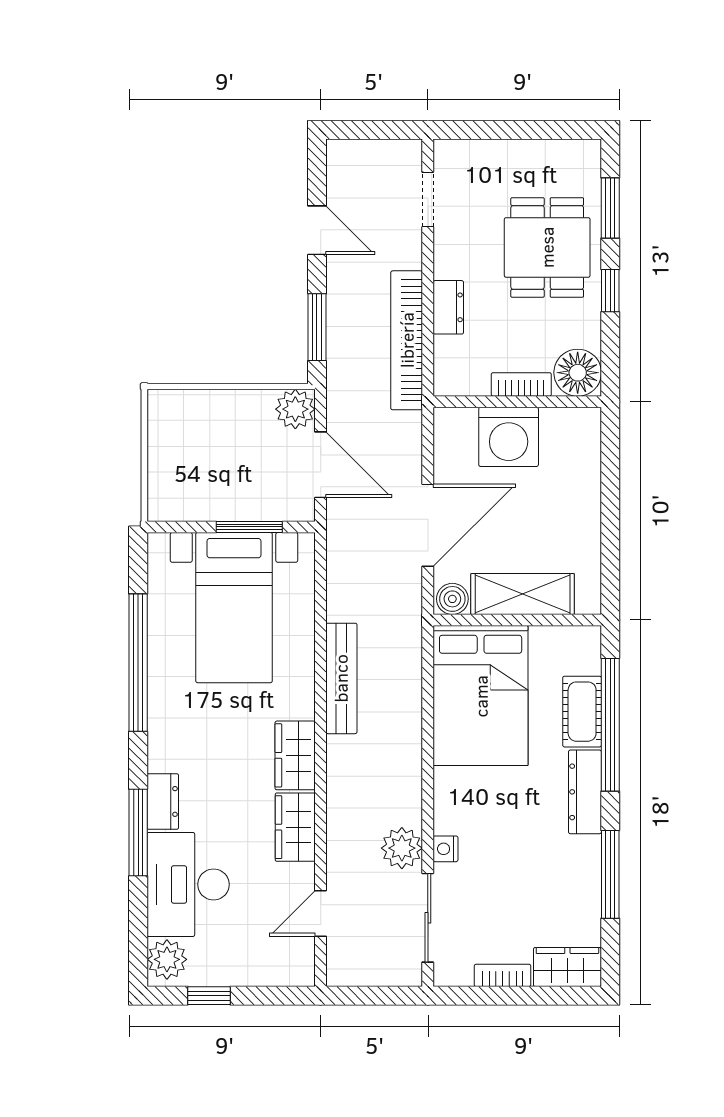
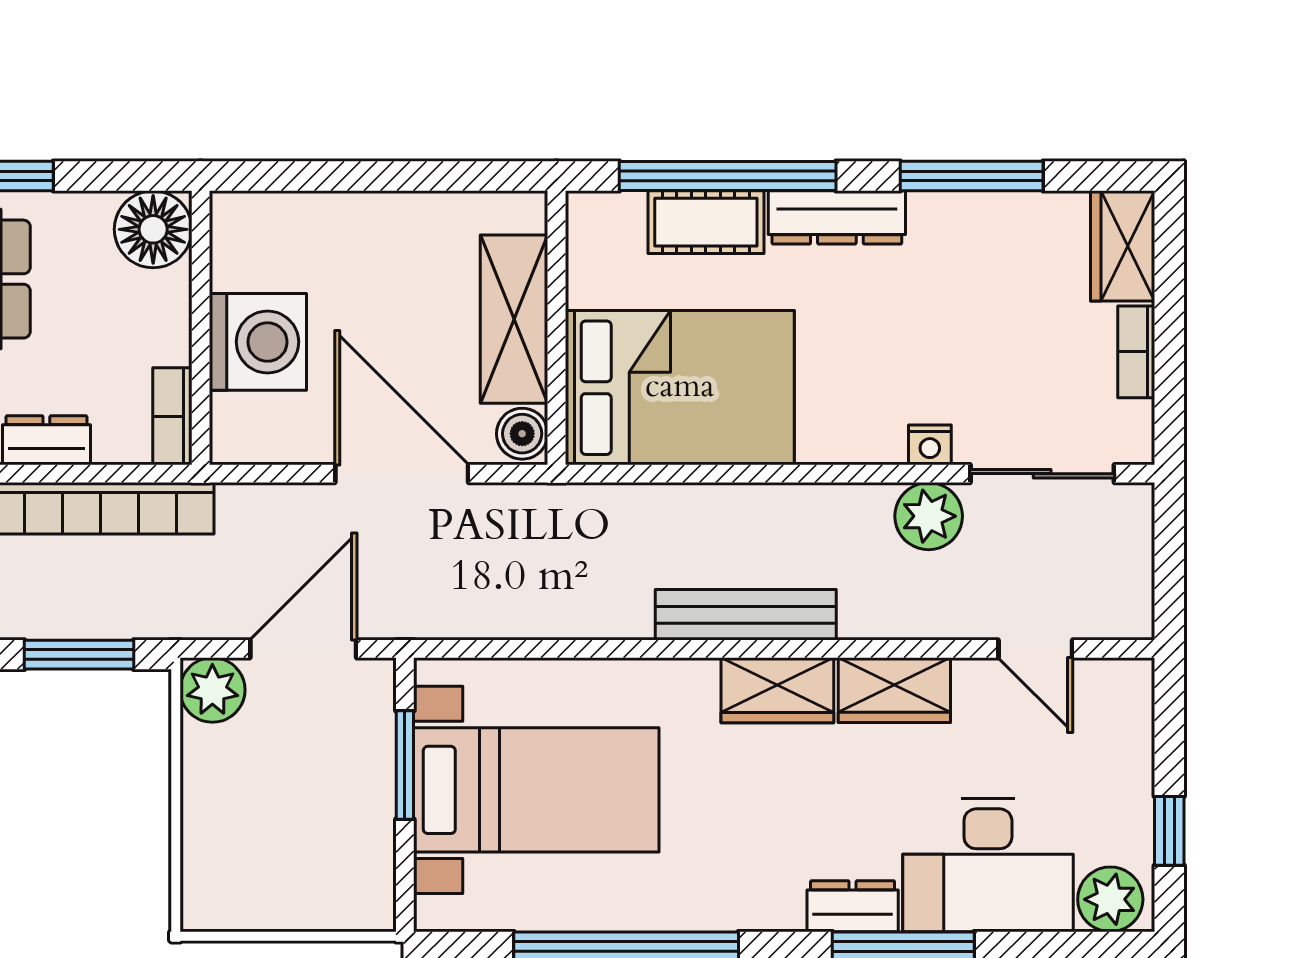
bookcase: (521, 384) -> (172, 416), moved
bench: (341, 678) -> (746, 615), moved

